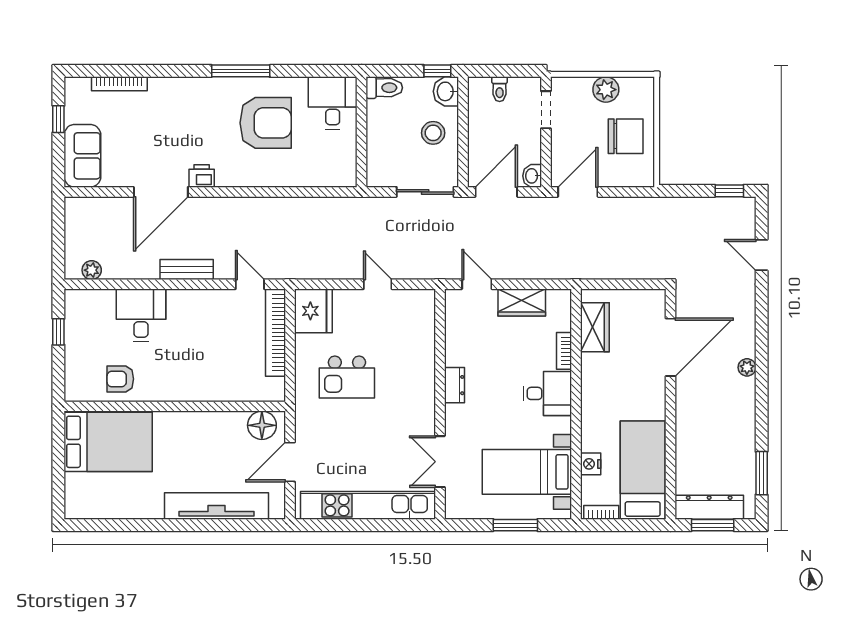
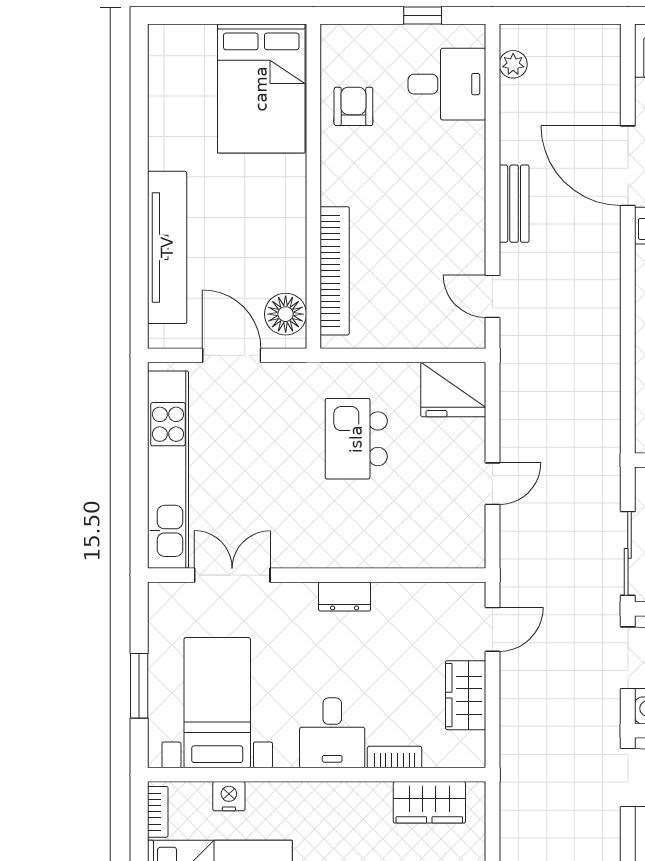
door: (250, 284) -> (492, 296), swing flipped
desk: (141, 315) -> (447, 84), moved
bookcase: (276, 333) -> (335, 271), moved, turned 90

